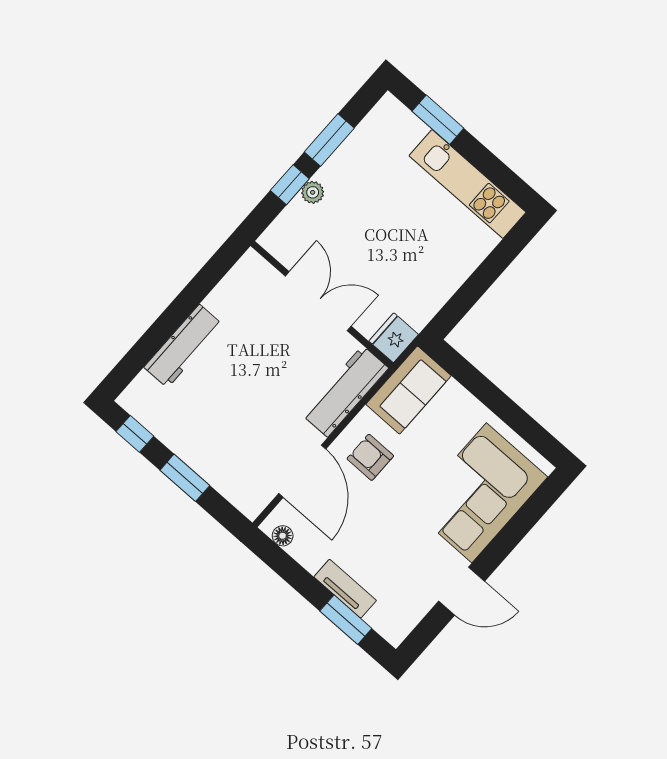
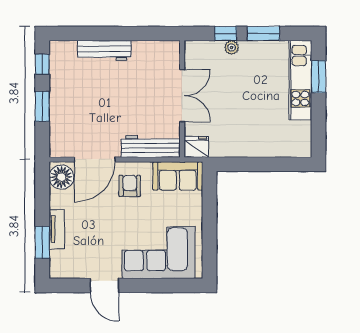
kitchen unit: (468, 184) -> (300, 80), moved
floor lamp: (283, 536) -> (61, 177), width x1.89, depth x1.89

